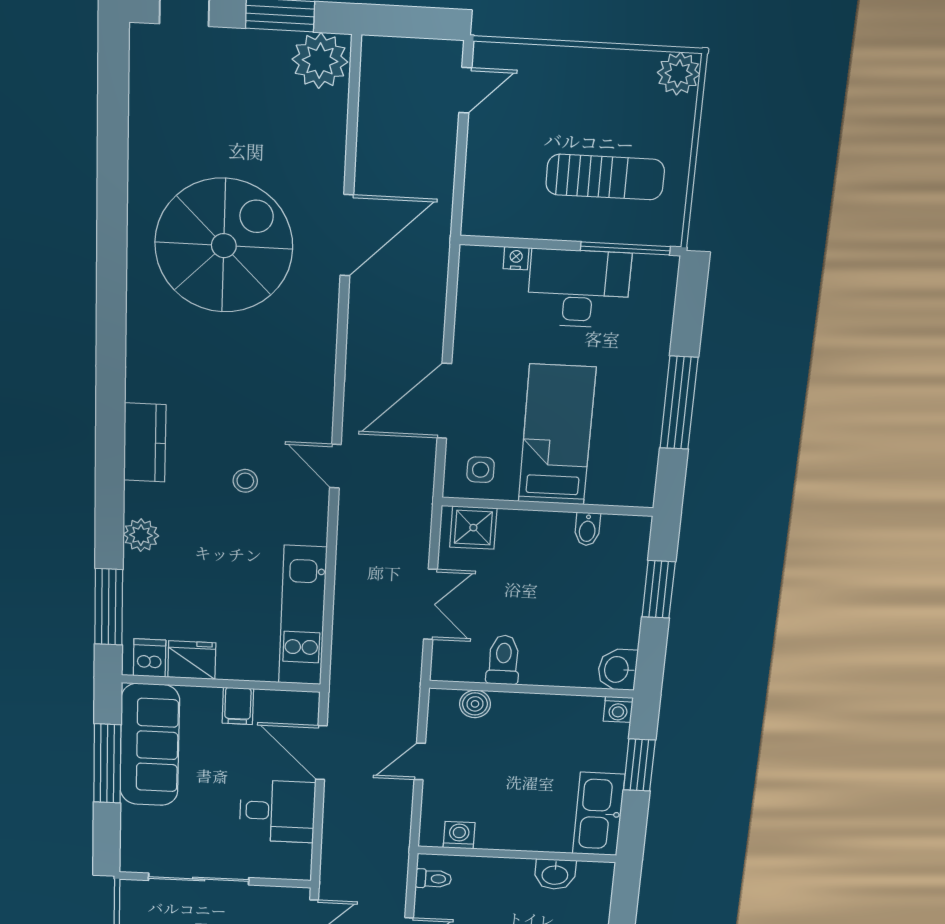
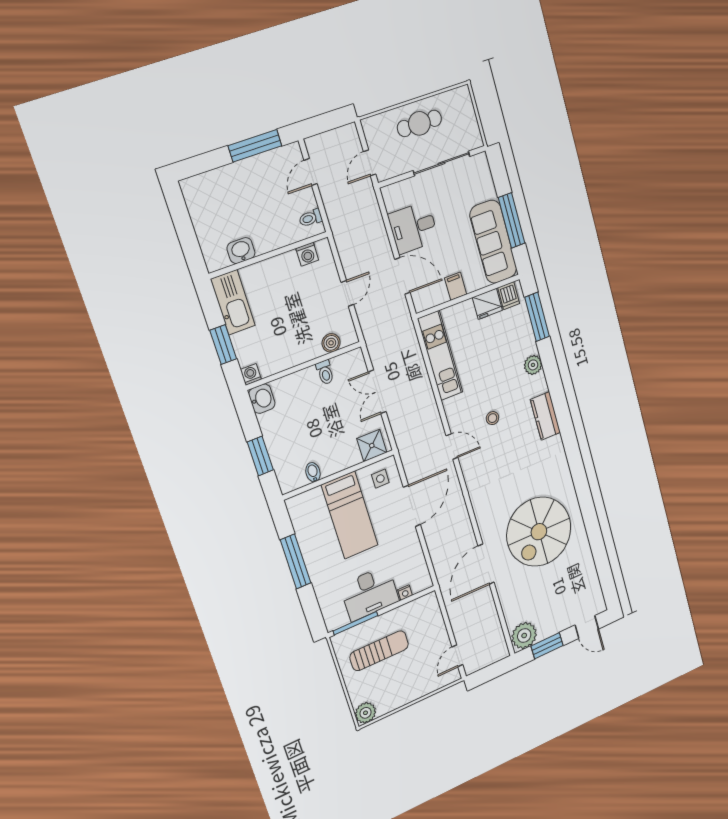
sun lounger: (605, 177) -> (379, 651), turned 180
toilet: (503, 660) -> (325, 372), width x0.73, depth x0.72

